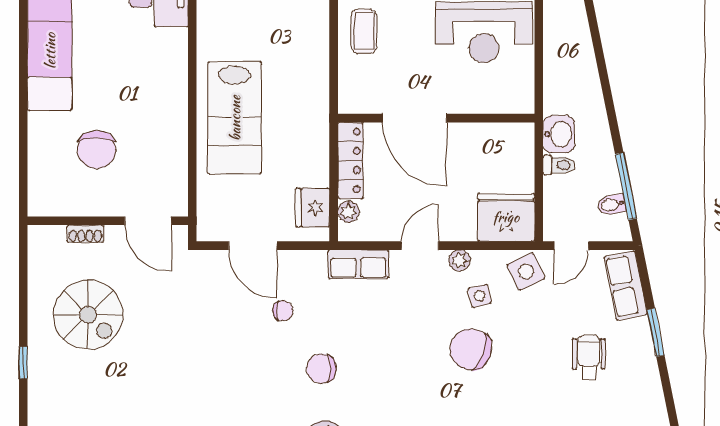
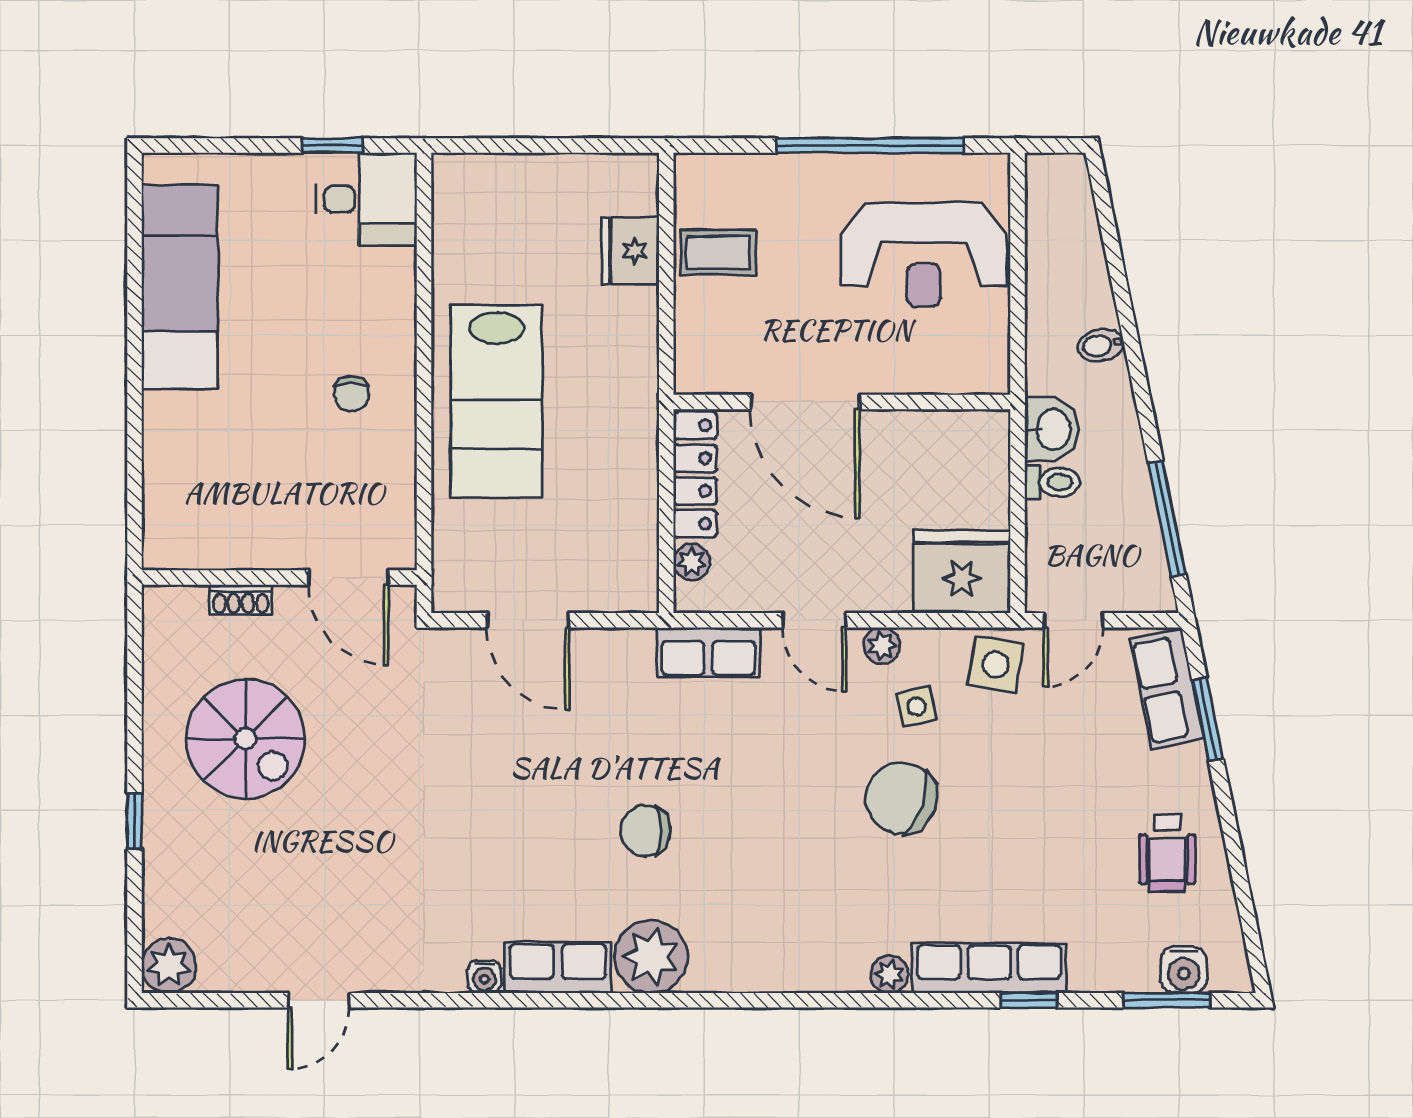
coffee table: (364, 31) -> (718, 253), turned 90
chair: (97, 150) -> (352, 394), moved, width x0.54, depth x0.54
bidet: (612, 205) -> (1101, 345), moved
fridge: (313, 208) -> (630, 251), moved
door: (420, 246) -> (814, 620), swing flipped
side table: (526, 271) -> (996, 664), turned 34
chair: (283, 311) -> (579, 732), removed
window: (656, 332) -> (1208, 719), moved
wheelchair: (589, 357) -> (1167, 853), moved, turned 180

